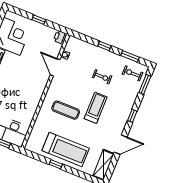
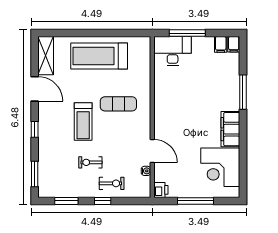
window: (39, 20) -> (196, 201), width x2.17
exercise bike: (132, 73) -> (112, 183), moved
door: (121, 145) -> (35, 89), swing flipped
window: (56, 164) -> (104, 33), removed

